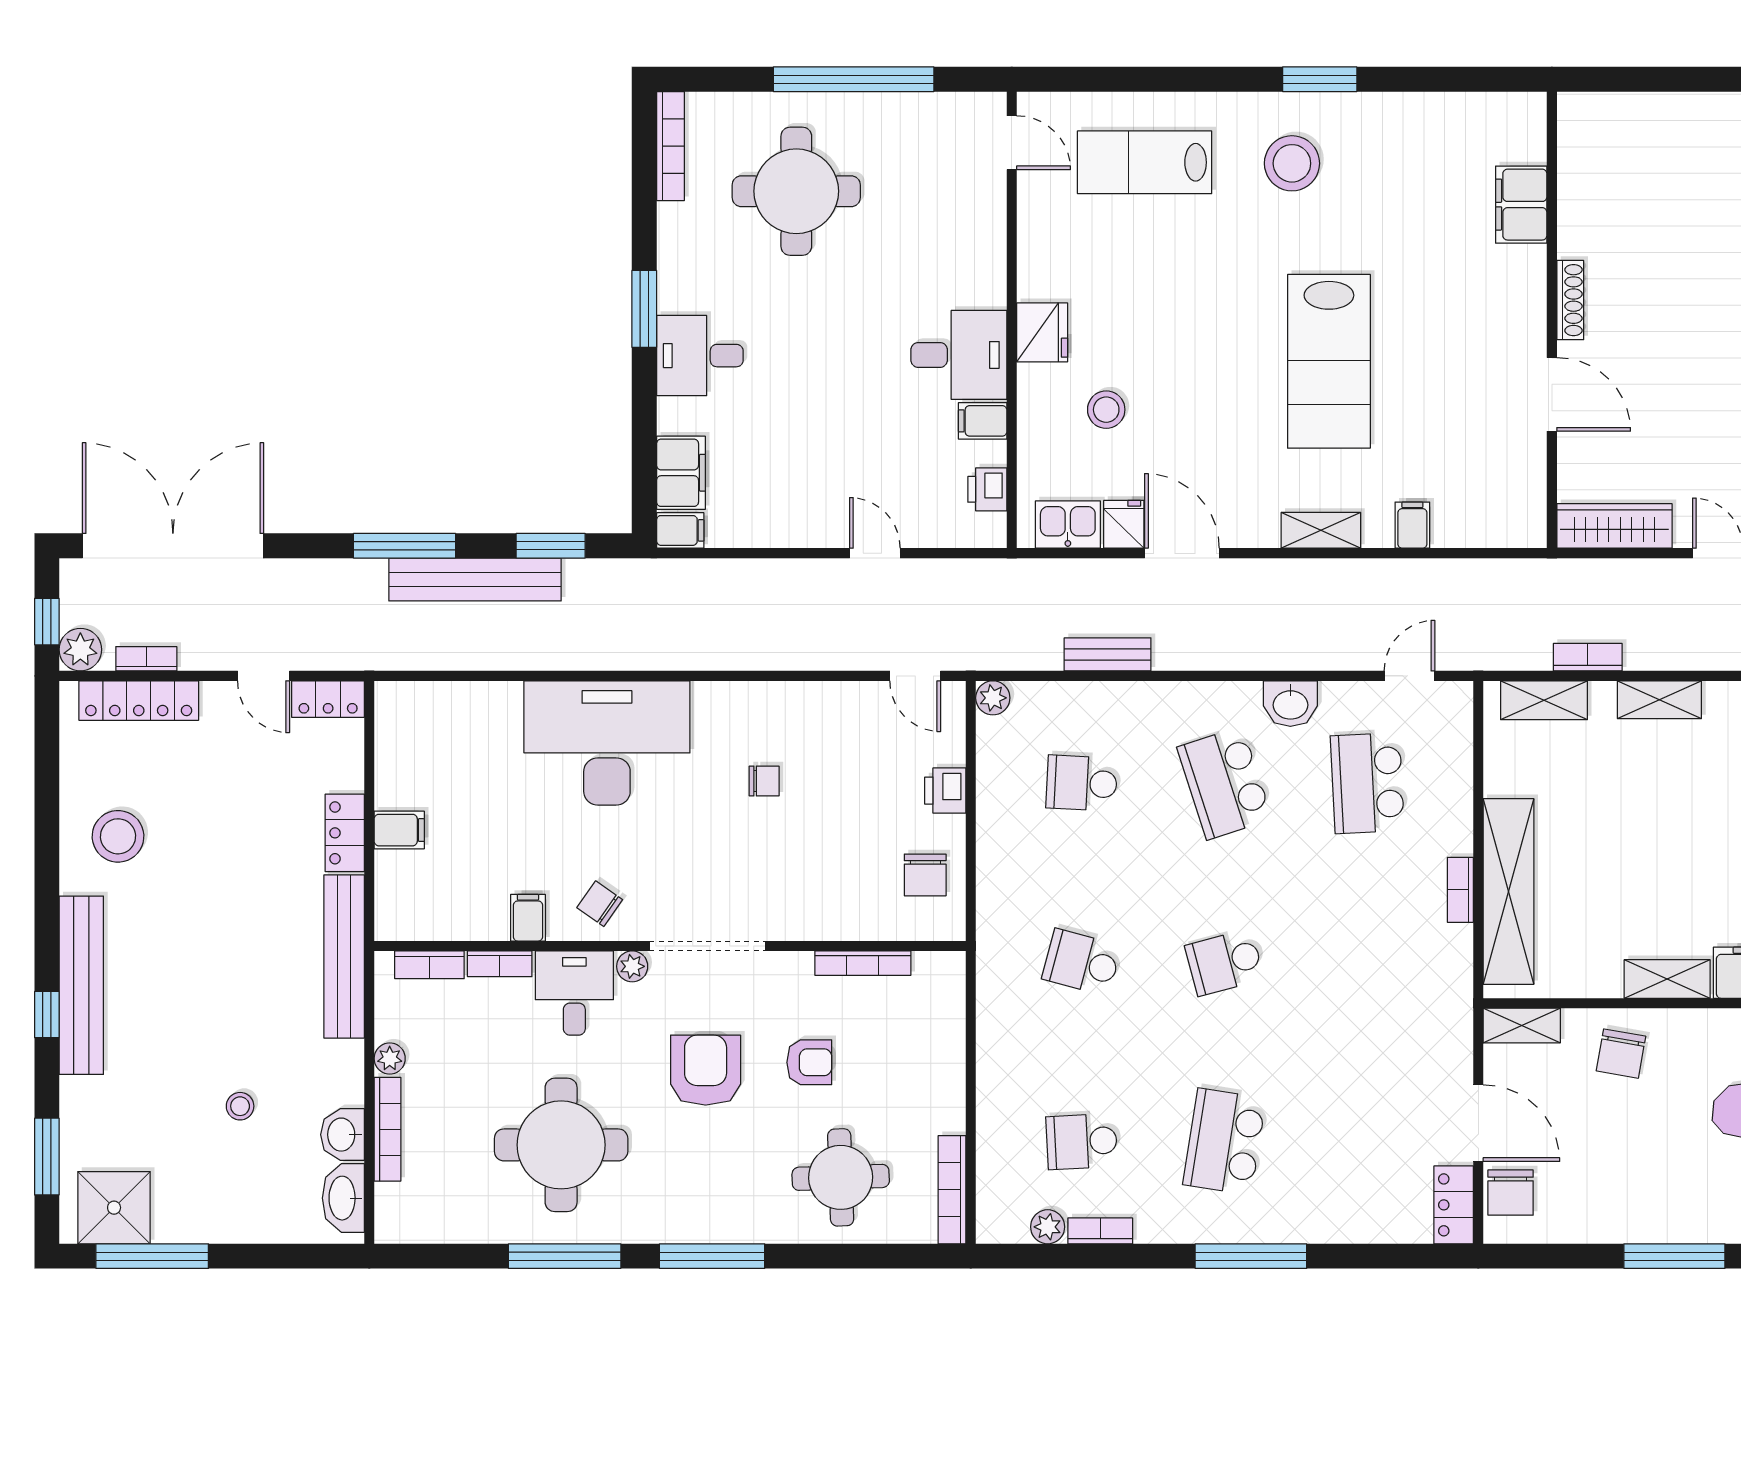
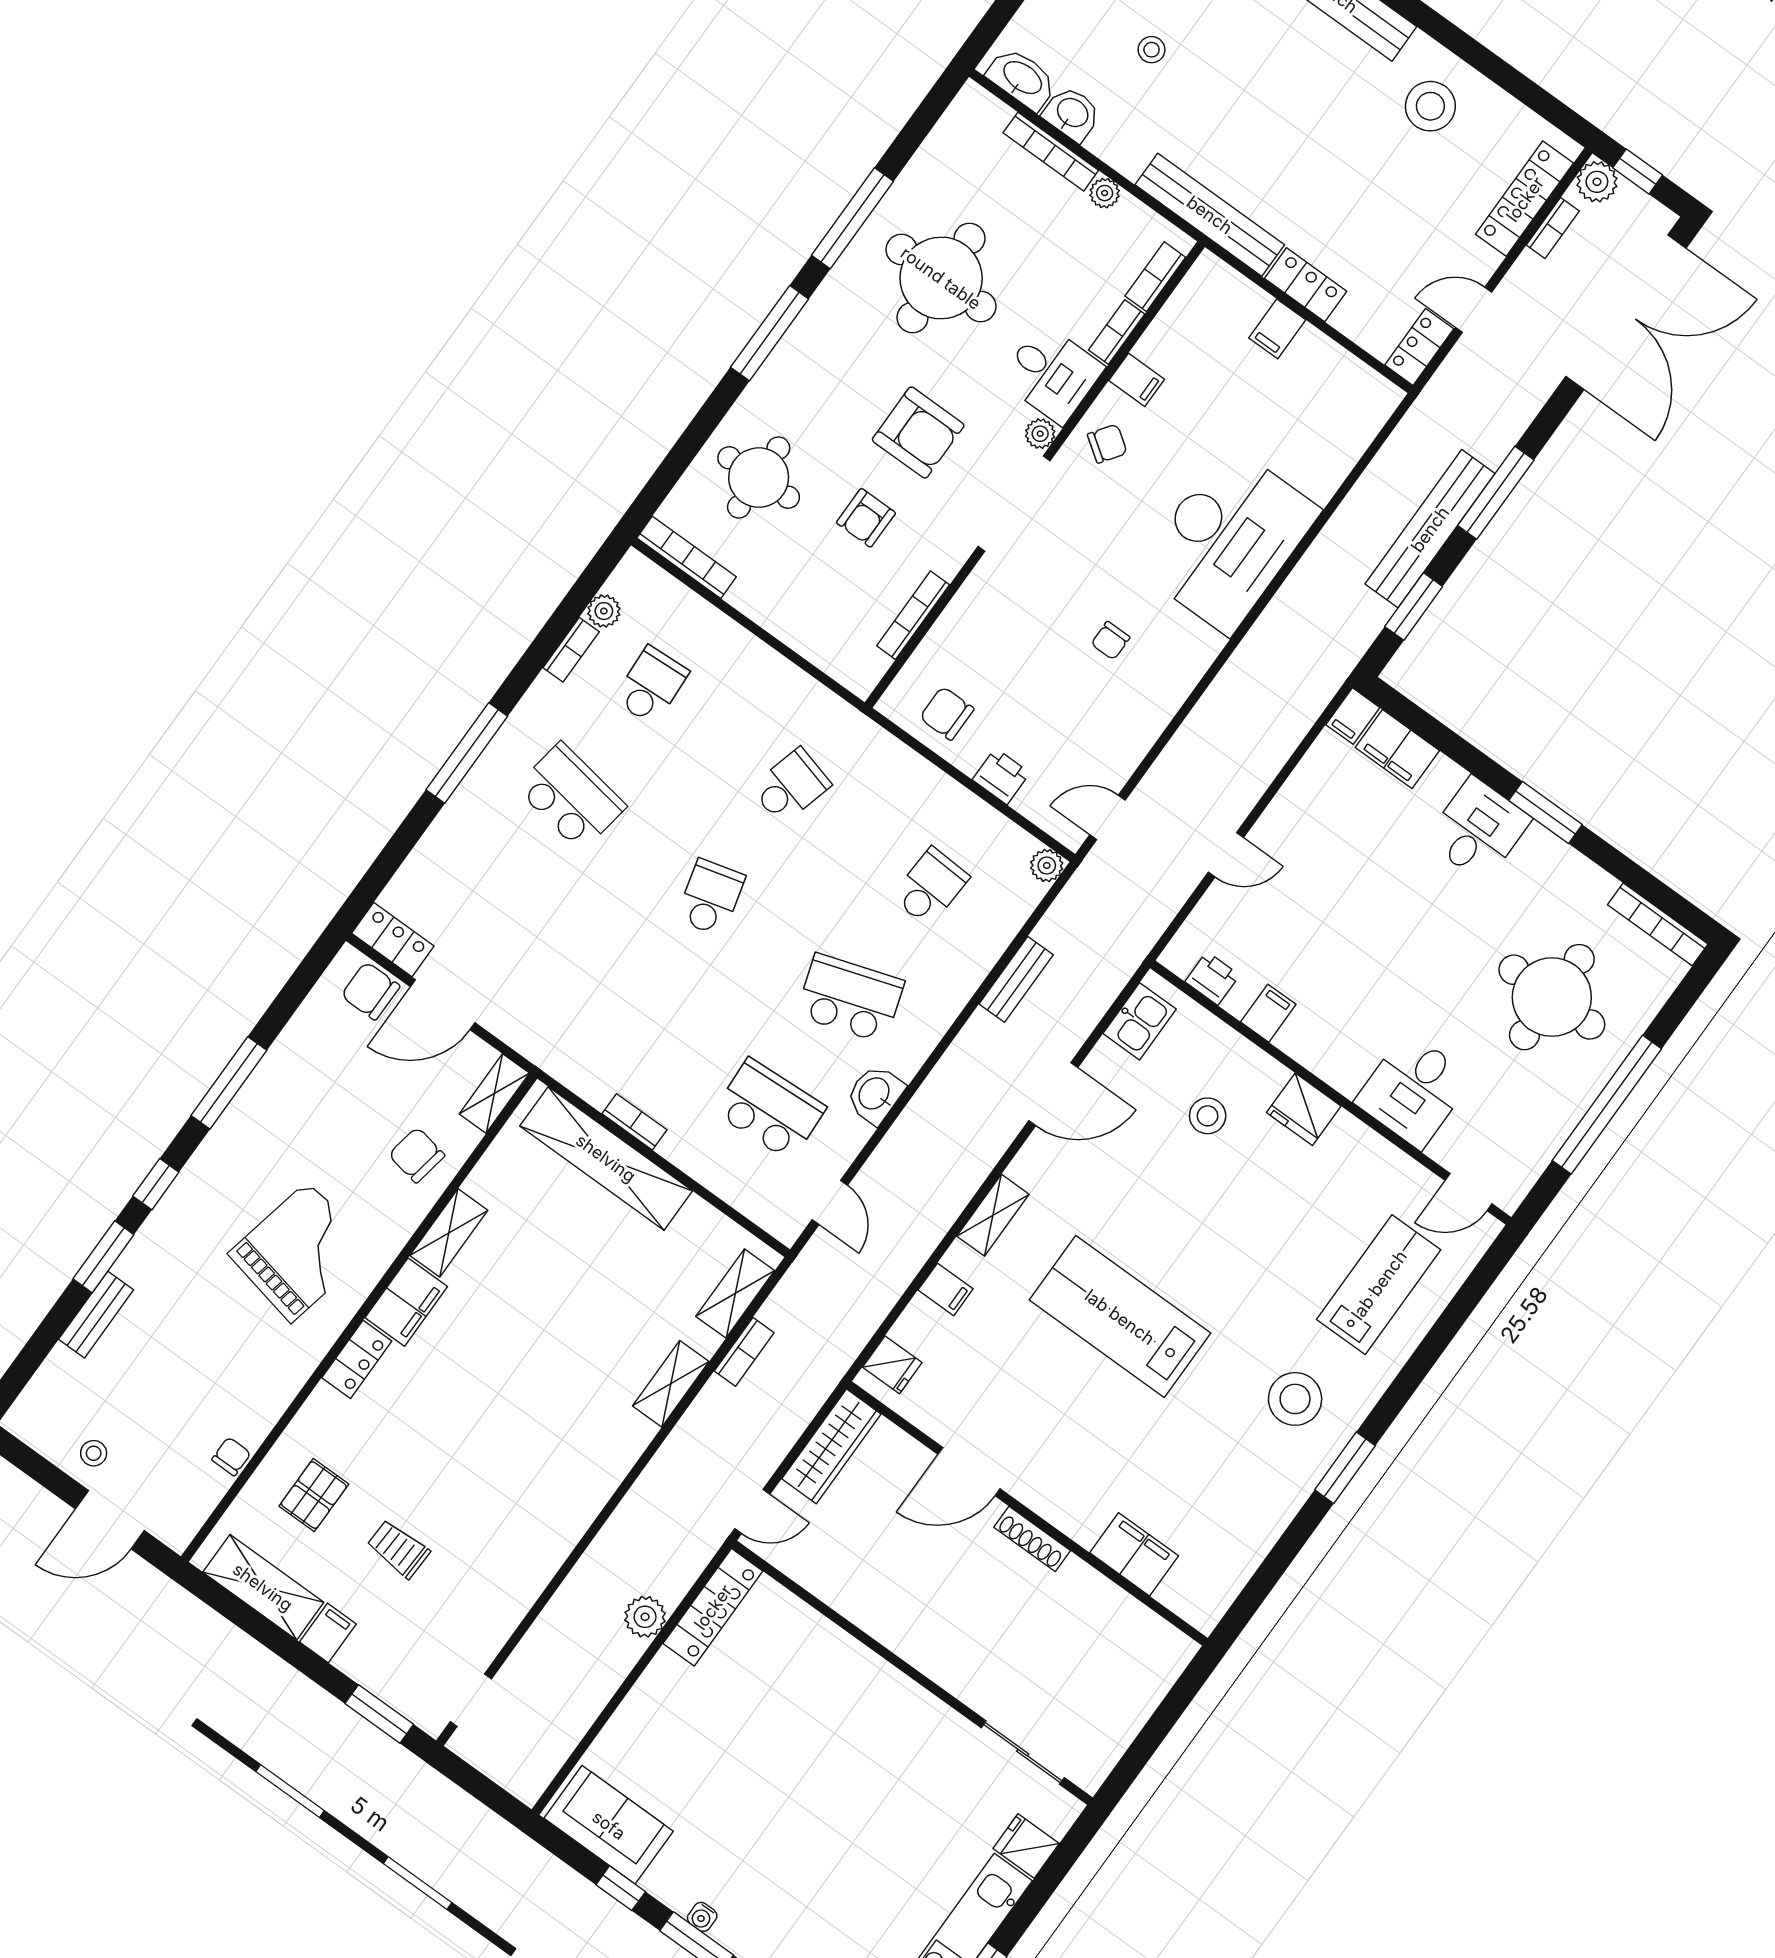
desk: (959, 355) -> (1414, 1090), moved
fridge: (1124, 524) -> (892, 1365), moved

